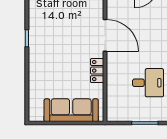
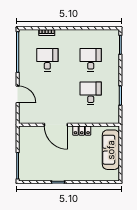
door: (105, 35) -> (56, 125), swing flipped

